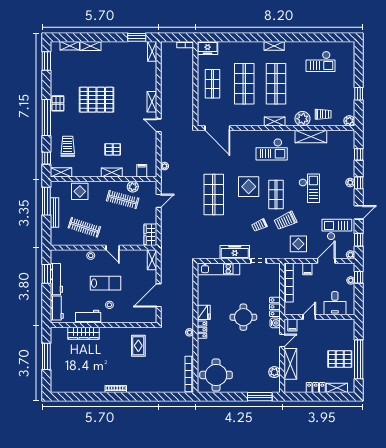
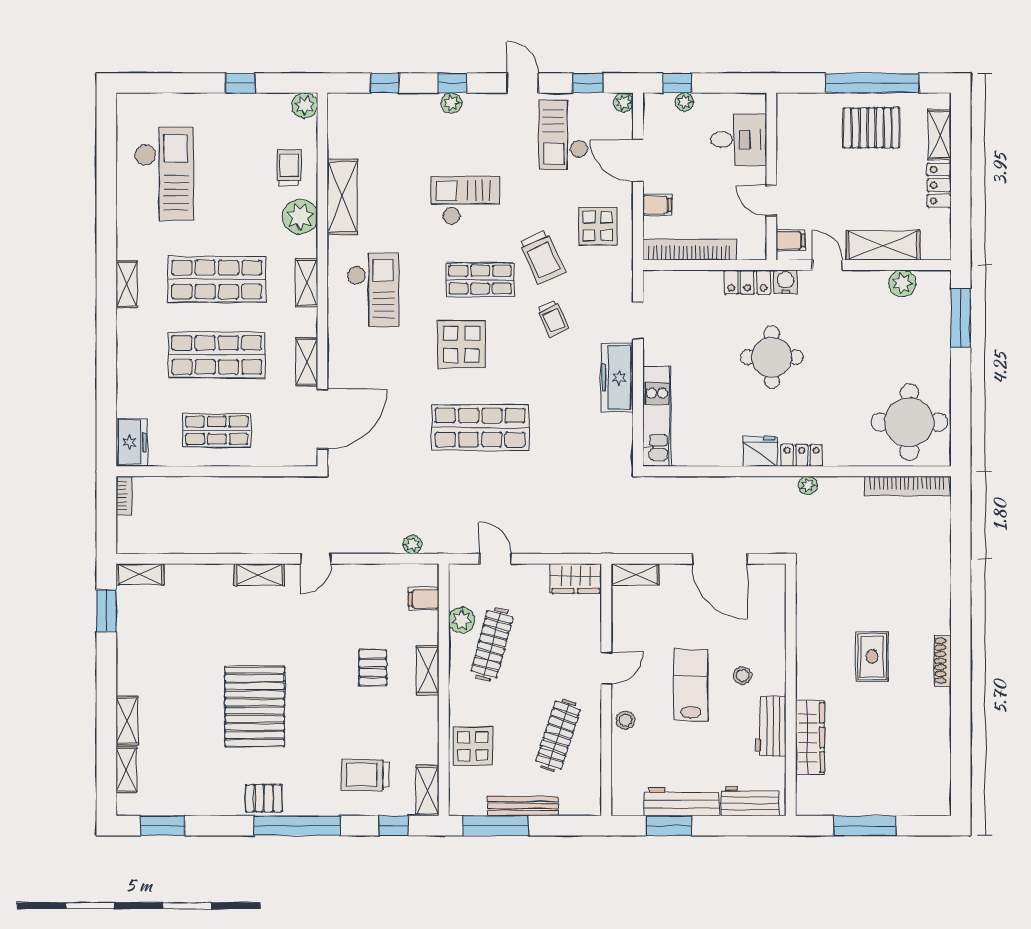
checkout: (320, 61) -> (164, 174), width x1.36, depth x1.21
shelving: (241, 122) -> (307, 362), added
rug: (138, 346) -> (872, 657), moved, turned 90
pallet: (340, 359) -> (872, 128), turned 90

